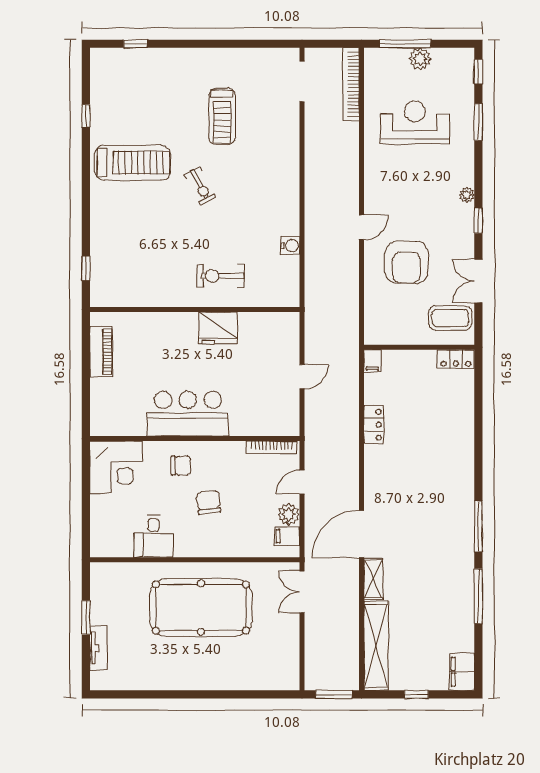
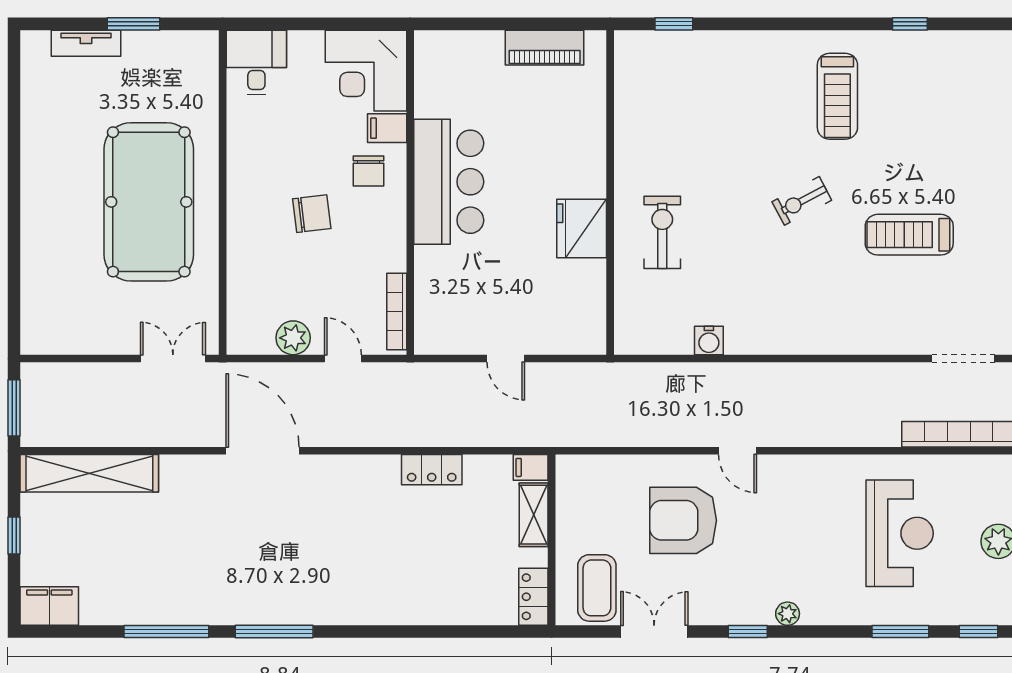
treadmill: (133, 163) -> (837, 96), width x0.73, depth x0.73
desk: (153, 536) -> (256, 62), moved, turned 90
filing cabinet: (287, 536) -> (387, 128), moved, turned -90
shelving: (373, 579) -> (534, 515), moved, turned 90

